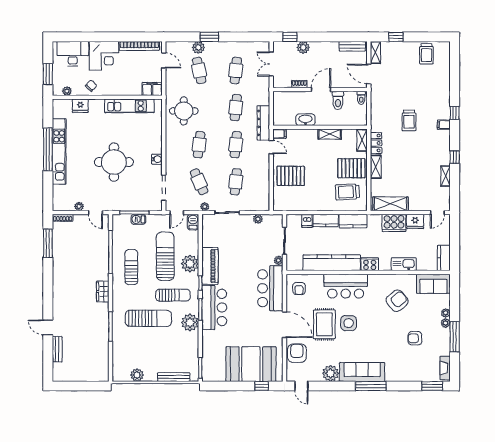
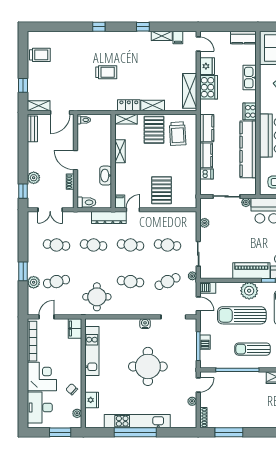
toilet: (338, 100) -> (86, 202), moved
filing cabinet: (444, 125) -> (178, 38), moved

